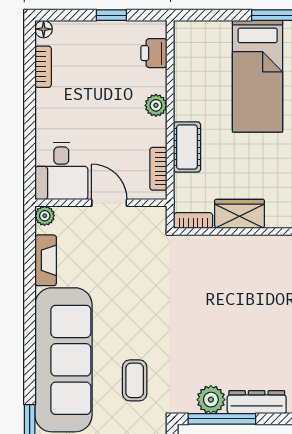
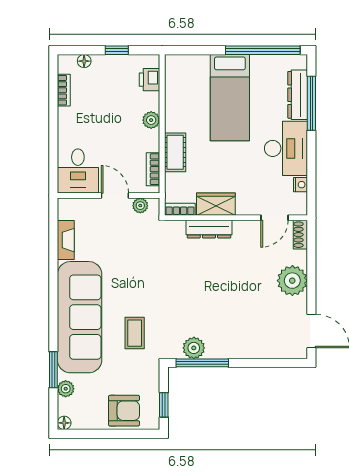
floor lamp: (44, 29) -> (84, 61), moved
plant: (45, 216) -> (140, 206), moved
dresser: (257, 402) -> (209, 229), moved, turned 180

